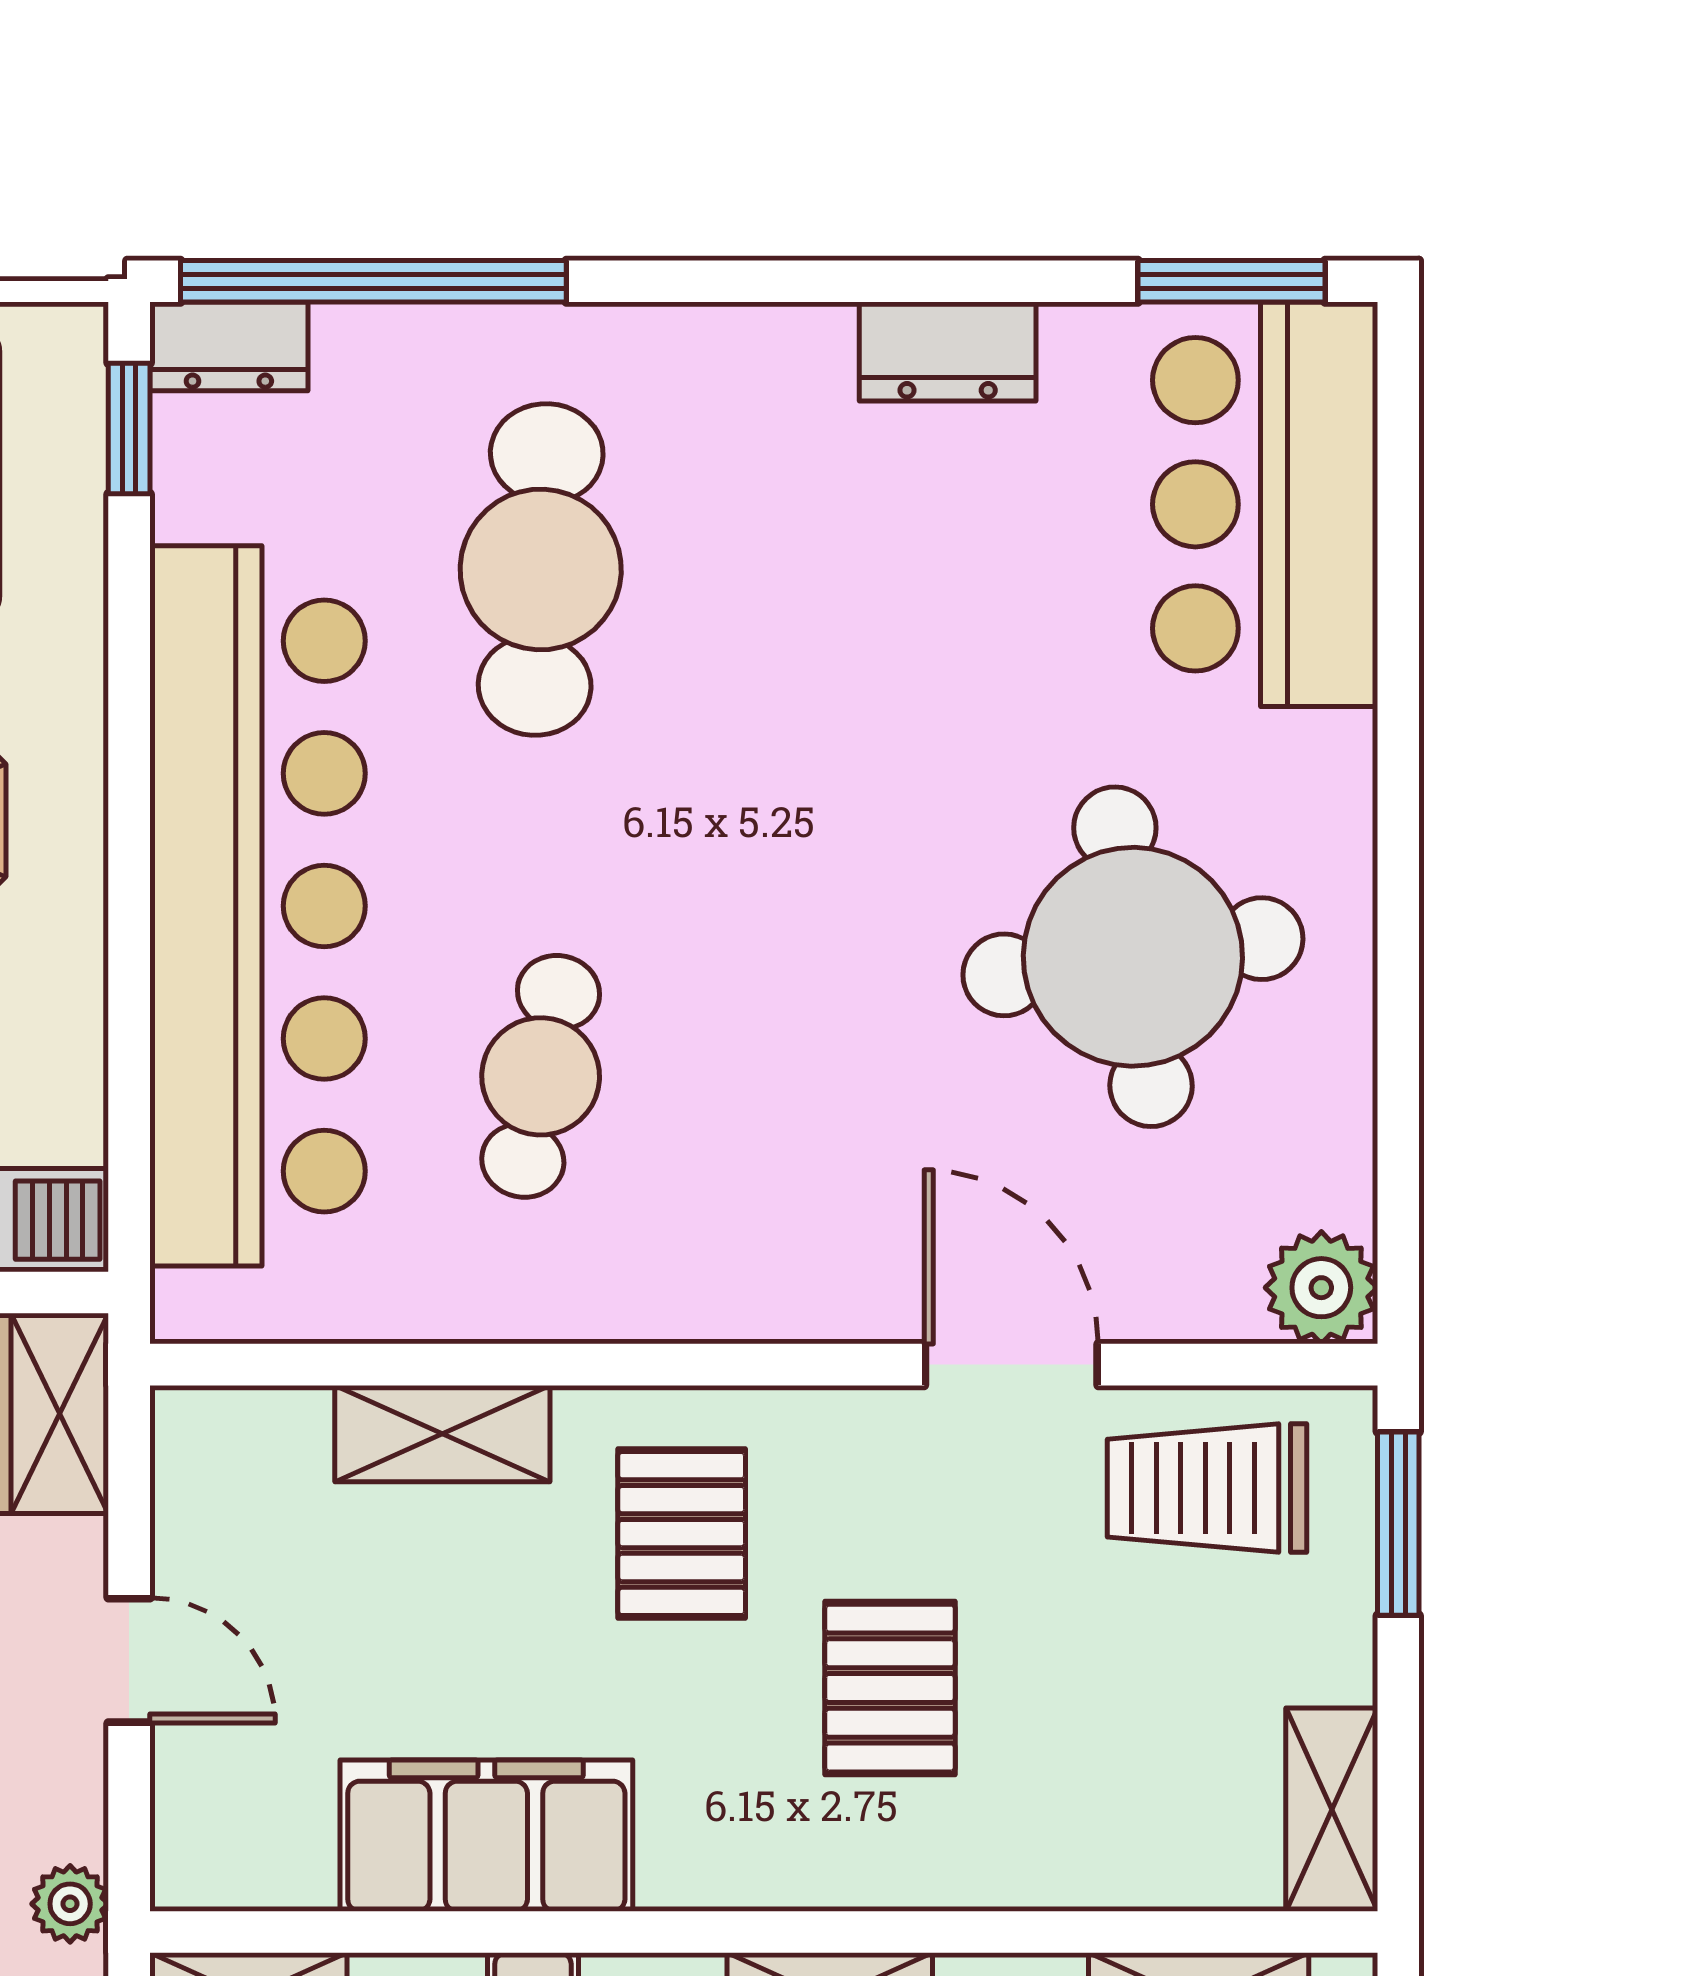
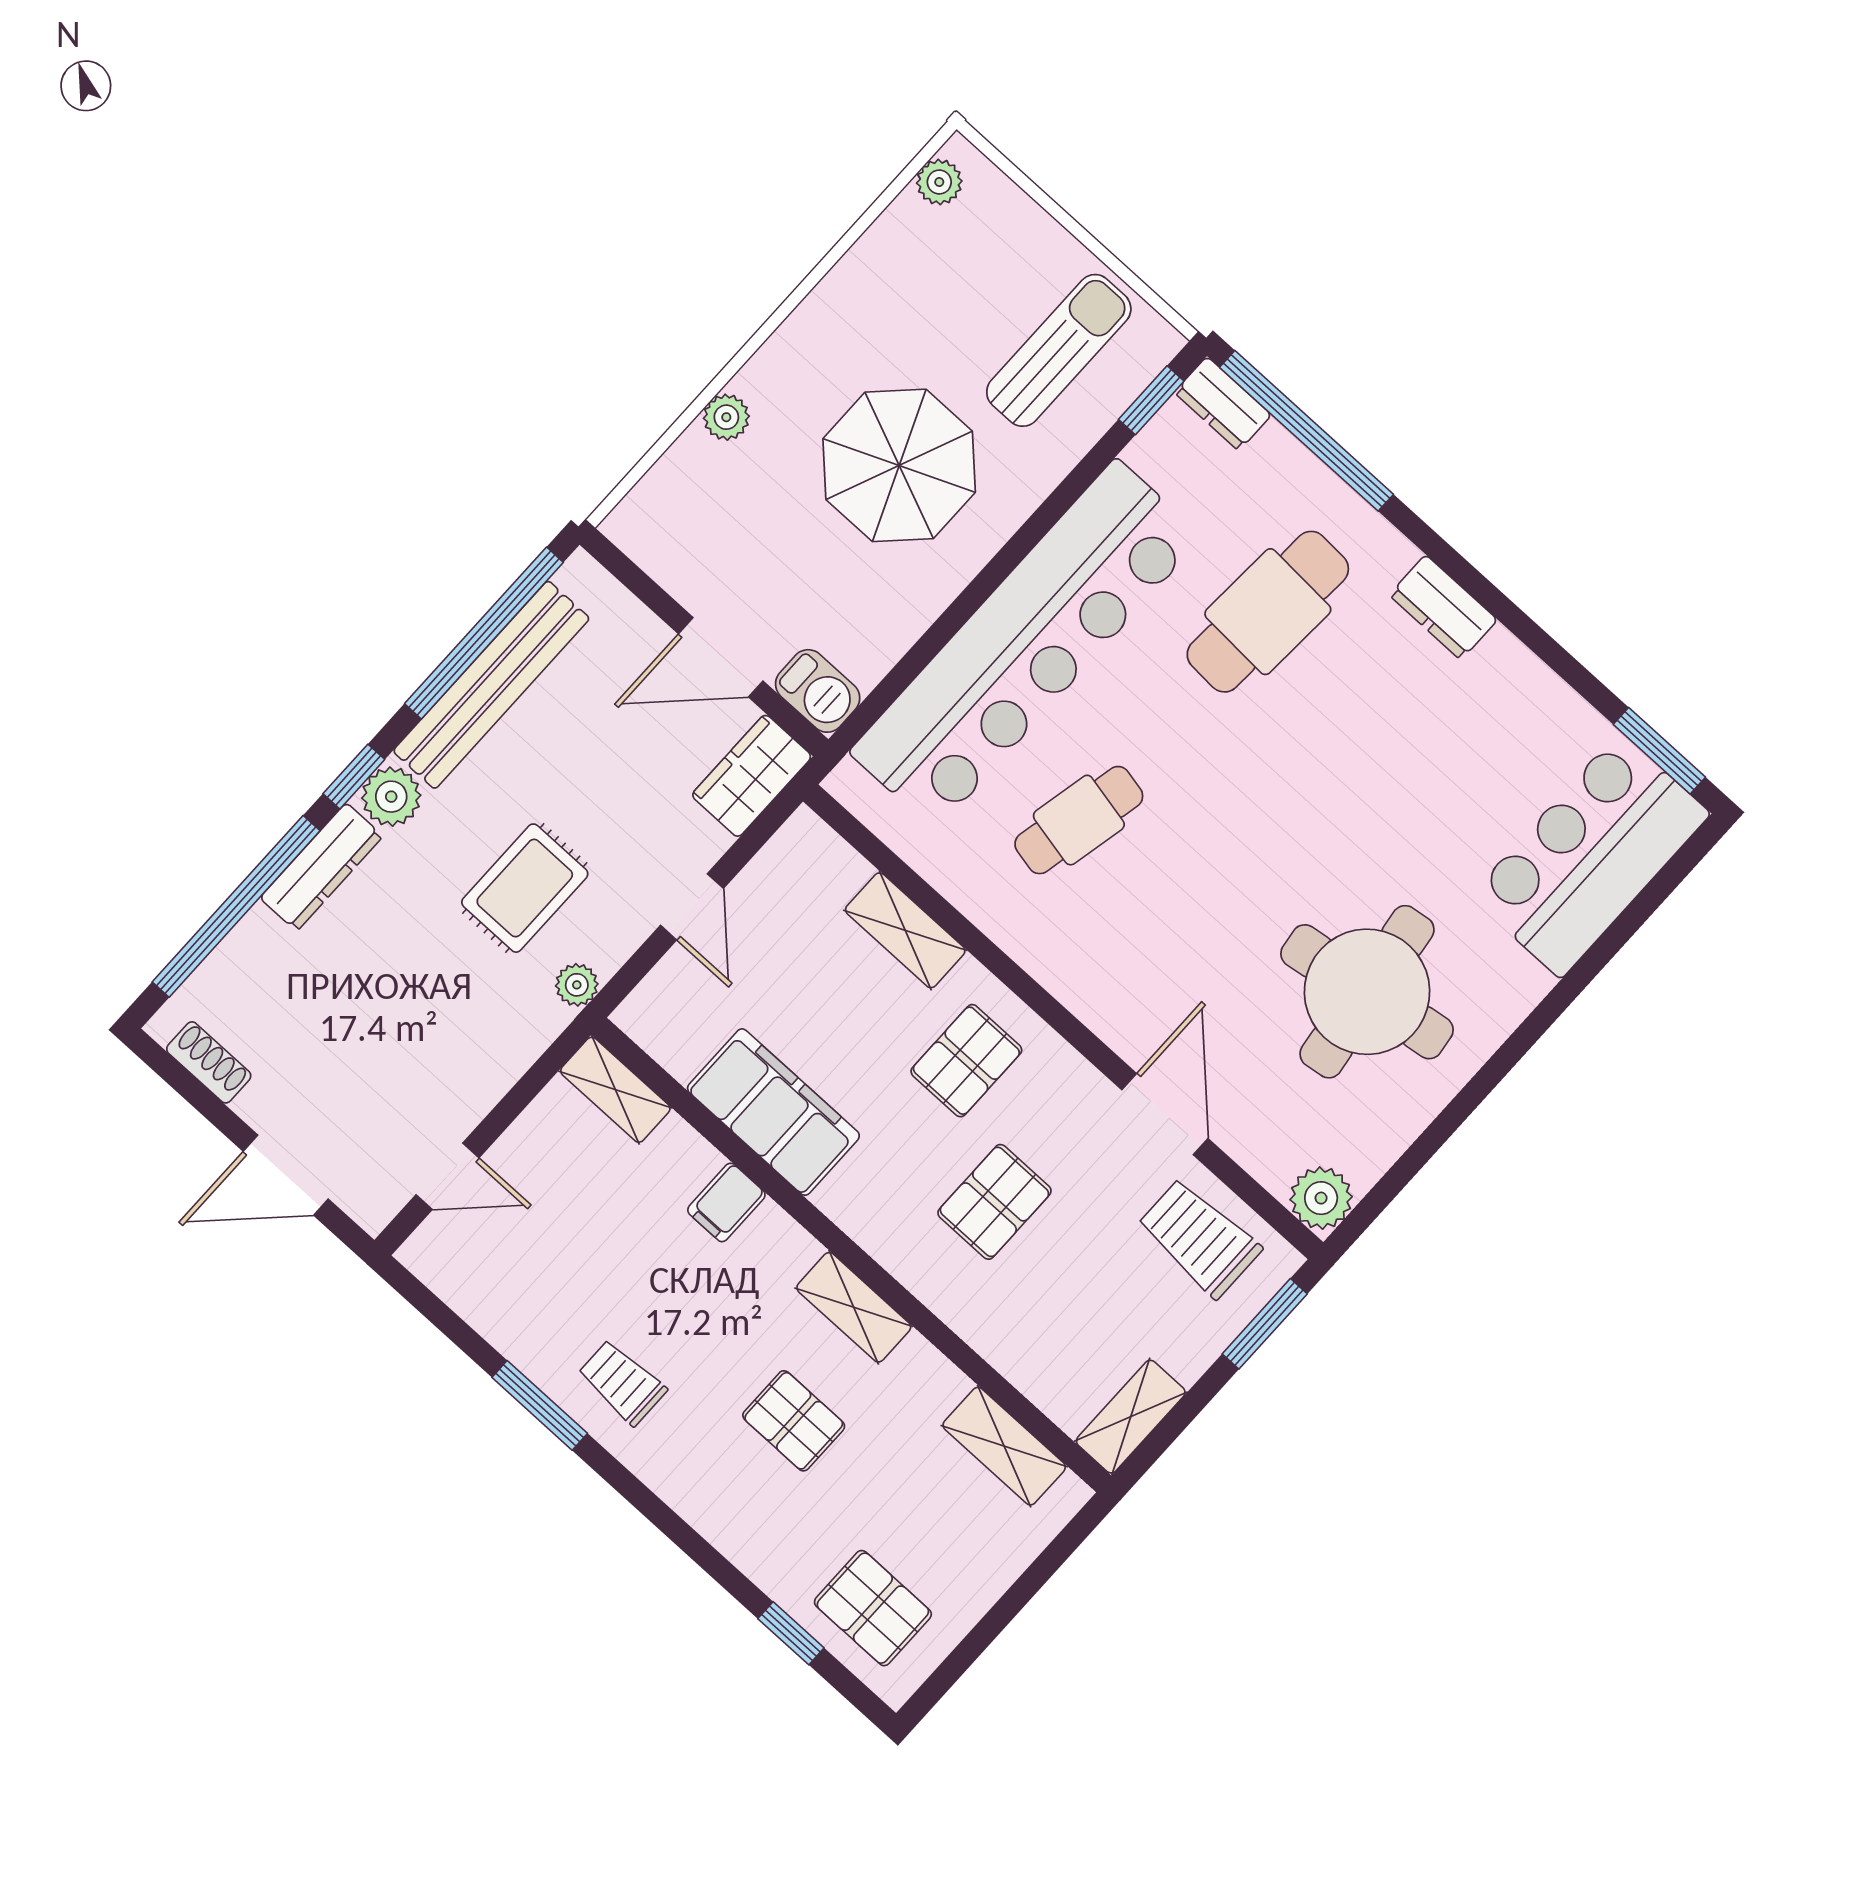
dresser: (948, 351) -> (1443, 607), moved

